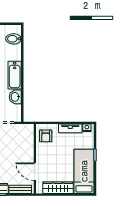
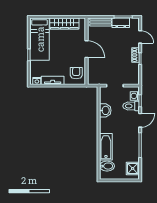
bathtub: (15, 75) -> (106, 147), moved
door: (35, 172) -> (86, 49), moved

